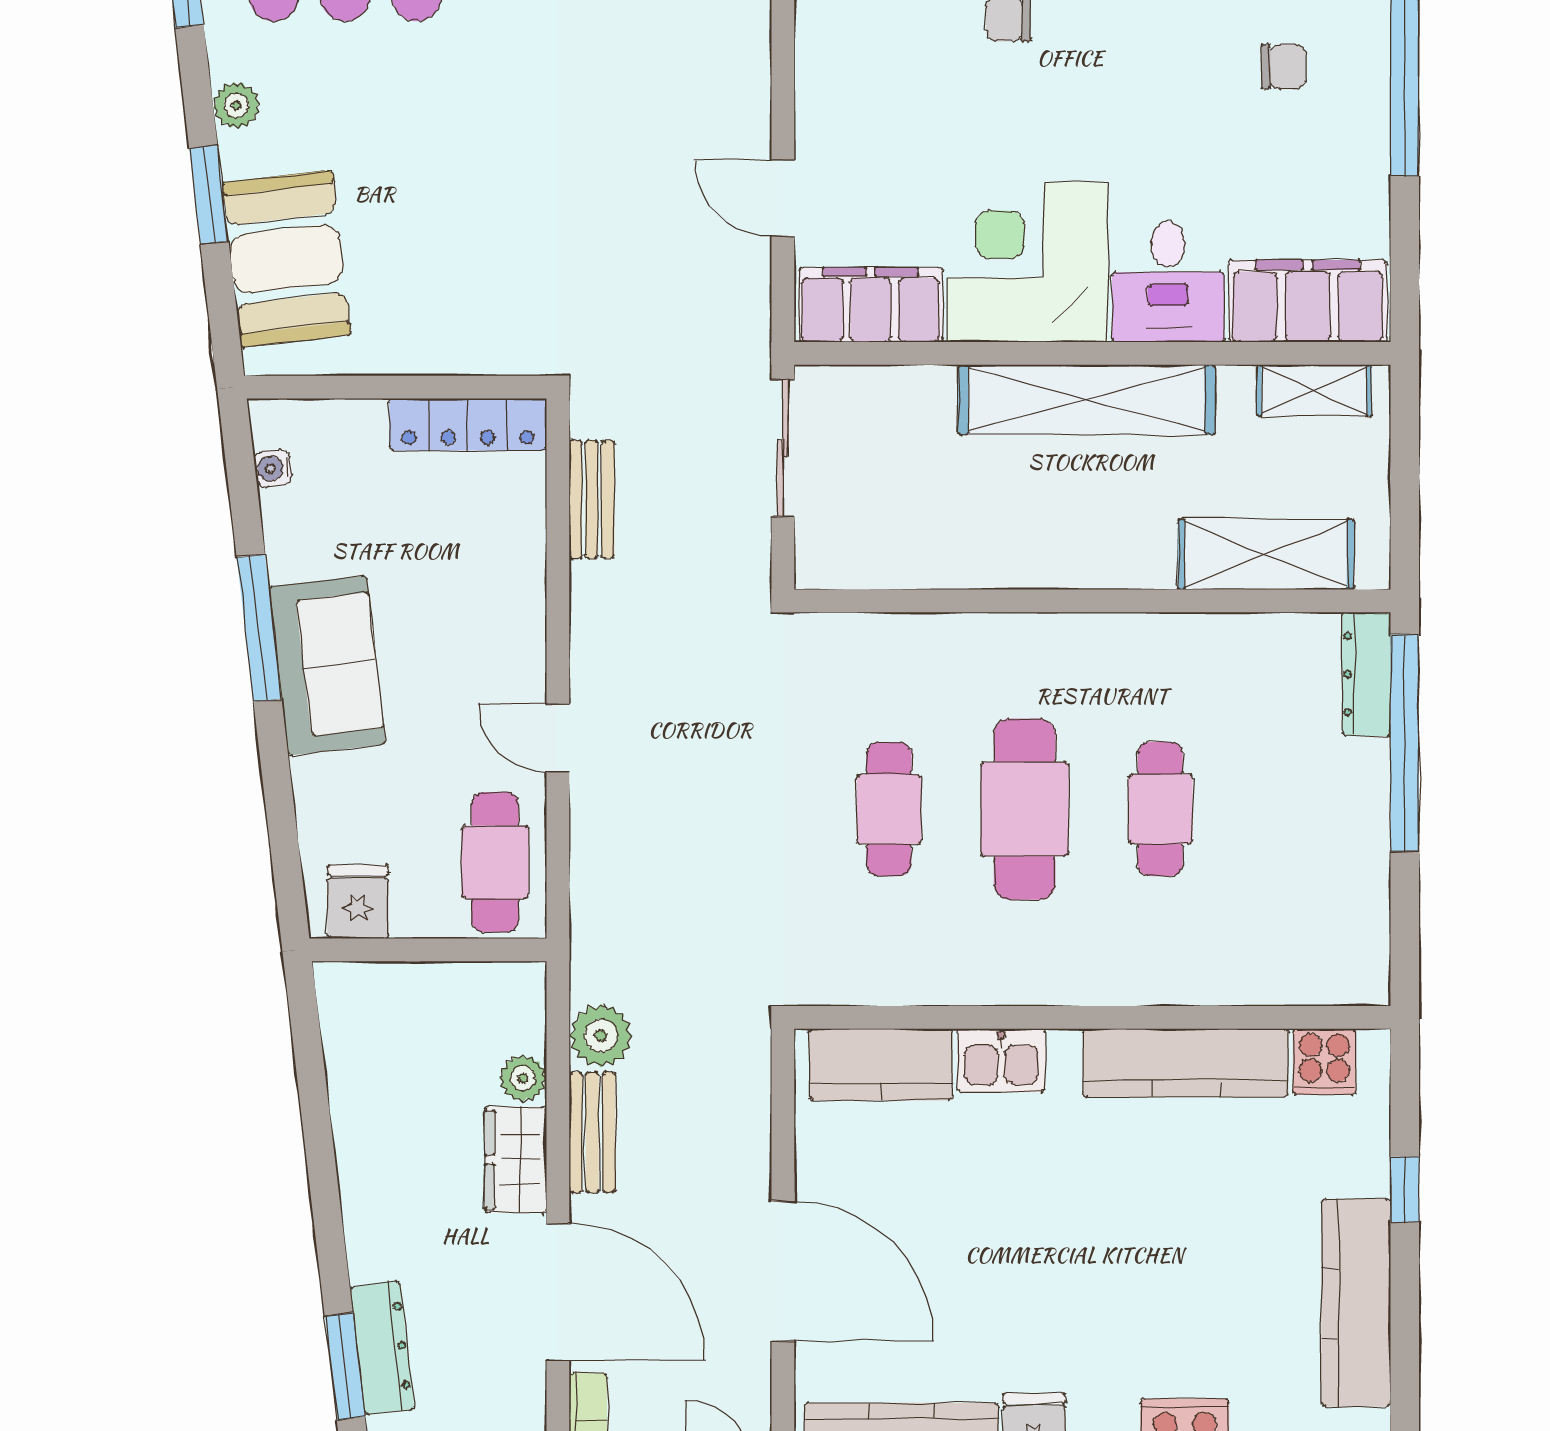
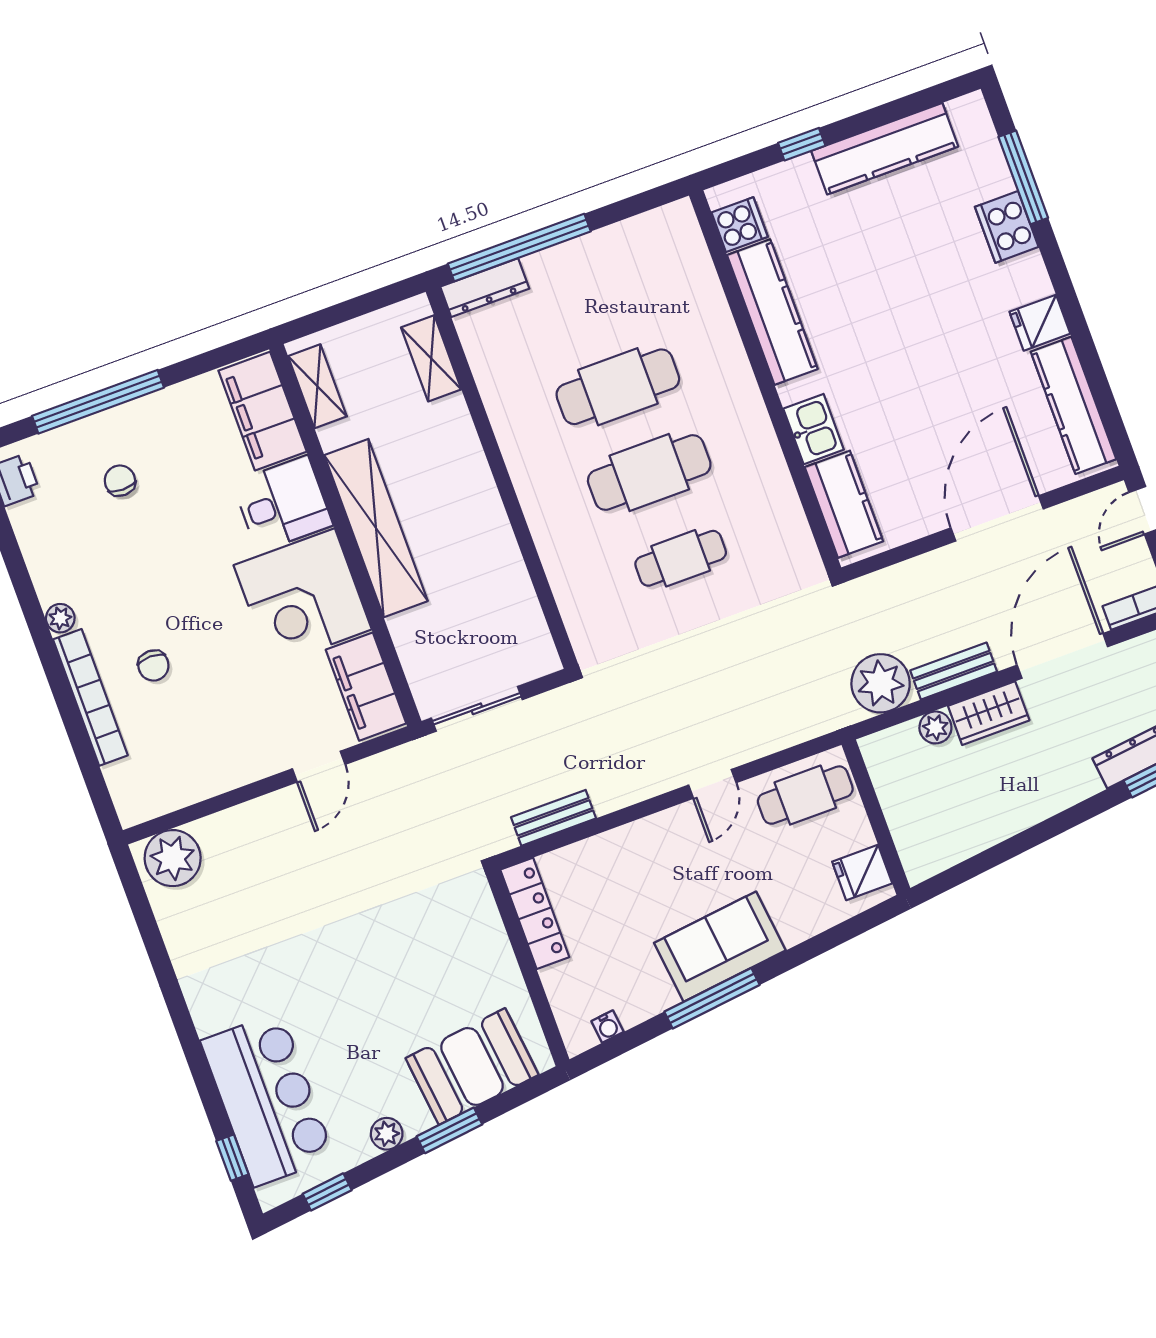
shelving: (1266, 554) -> (431, 358), width x0.67, depth x0.75
cafe table: (1160, 809) -> (618, 387), width x1.37, depth x1.35
plant: (601, 1036) -> (881, 683), width x1.36, depth x1.36

